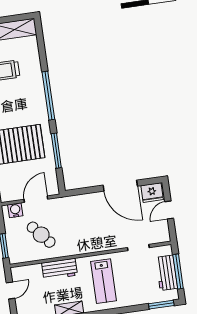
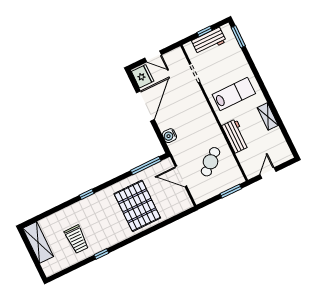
window: (48, 96) -> (87, 194), width x0.32
window: (56, 151) -> (146, 166), moved
water cooler: (15, 210) -> (169, 136), moved
window: (178, 271) -> (204, 31), width x0.46
door: (11, 291) -> (268, 173), hinge flipped

